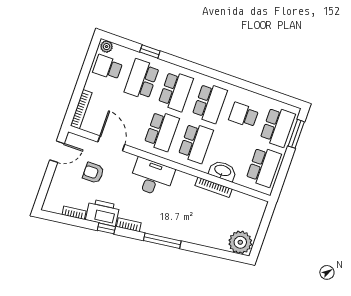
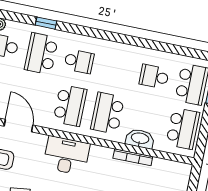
school desk: (176, 91) -> (79, 61), width x0.54
school desk: (210, 103) -> (117, 69), removed
school desk: (196, 143) -> (108, 113), turned 180

